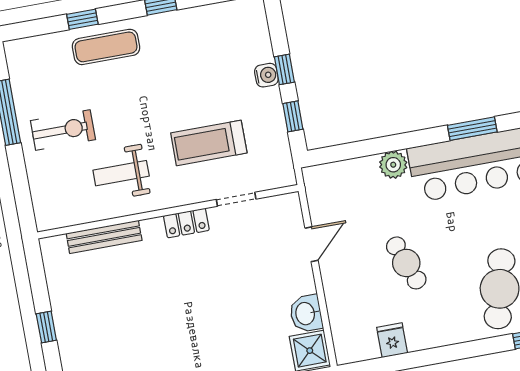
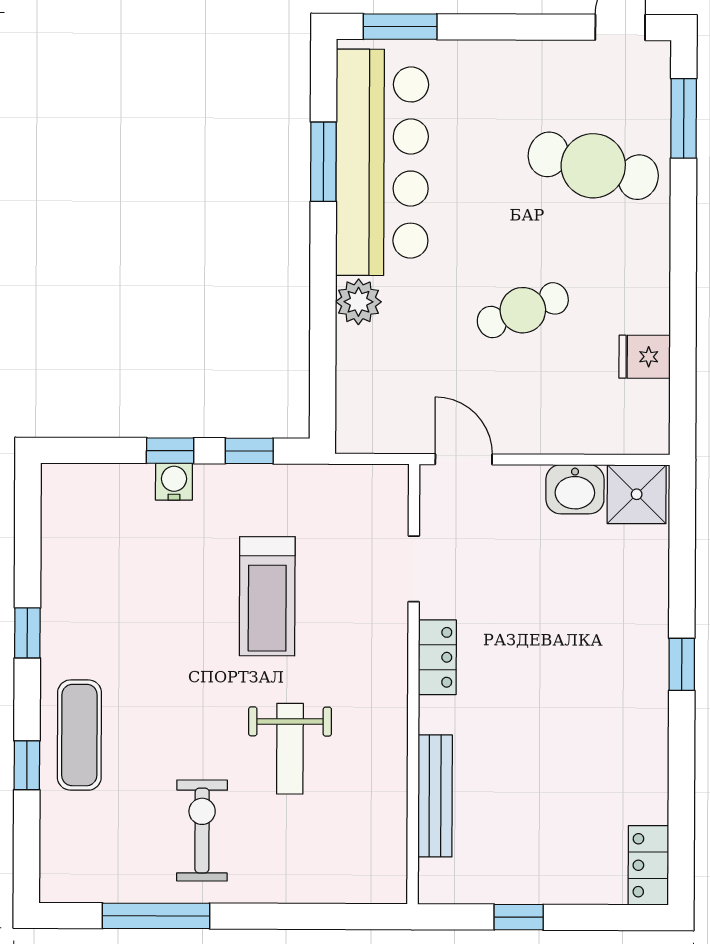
doorway: (236, 199) -> (414, 569), moved
wall: (168, 212) -> (413, 684), moved
locker: (186, 223) -> (437, 657), moved
bench: (104, 237) -> (435, 796), moved

